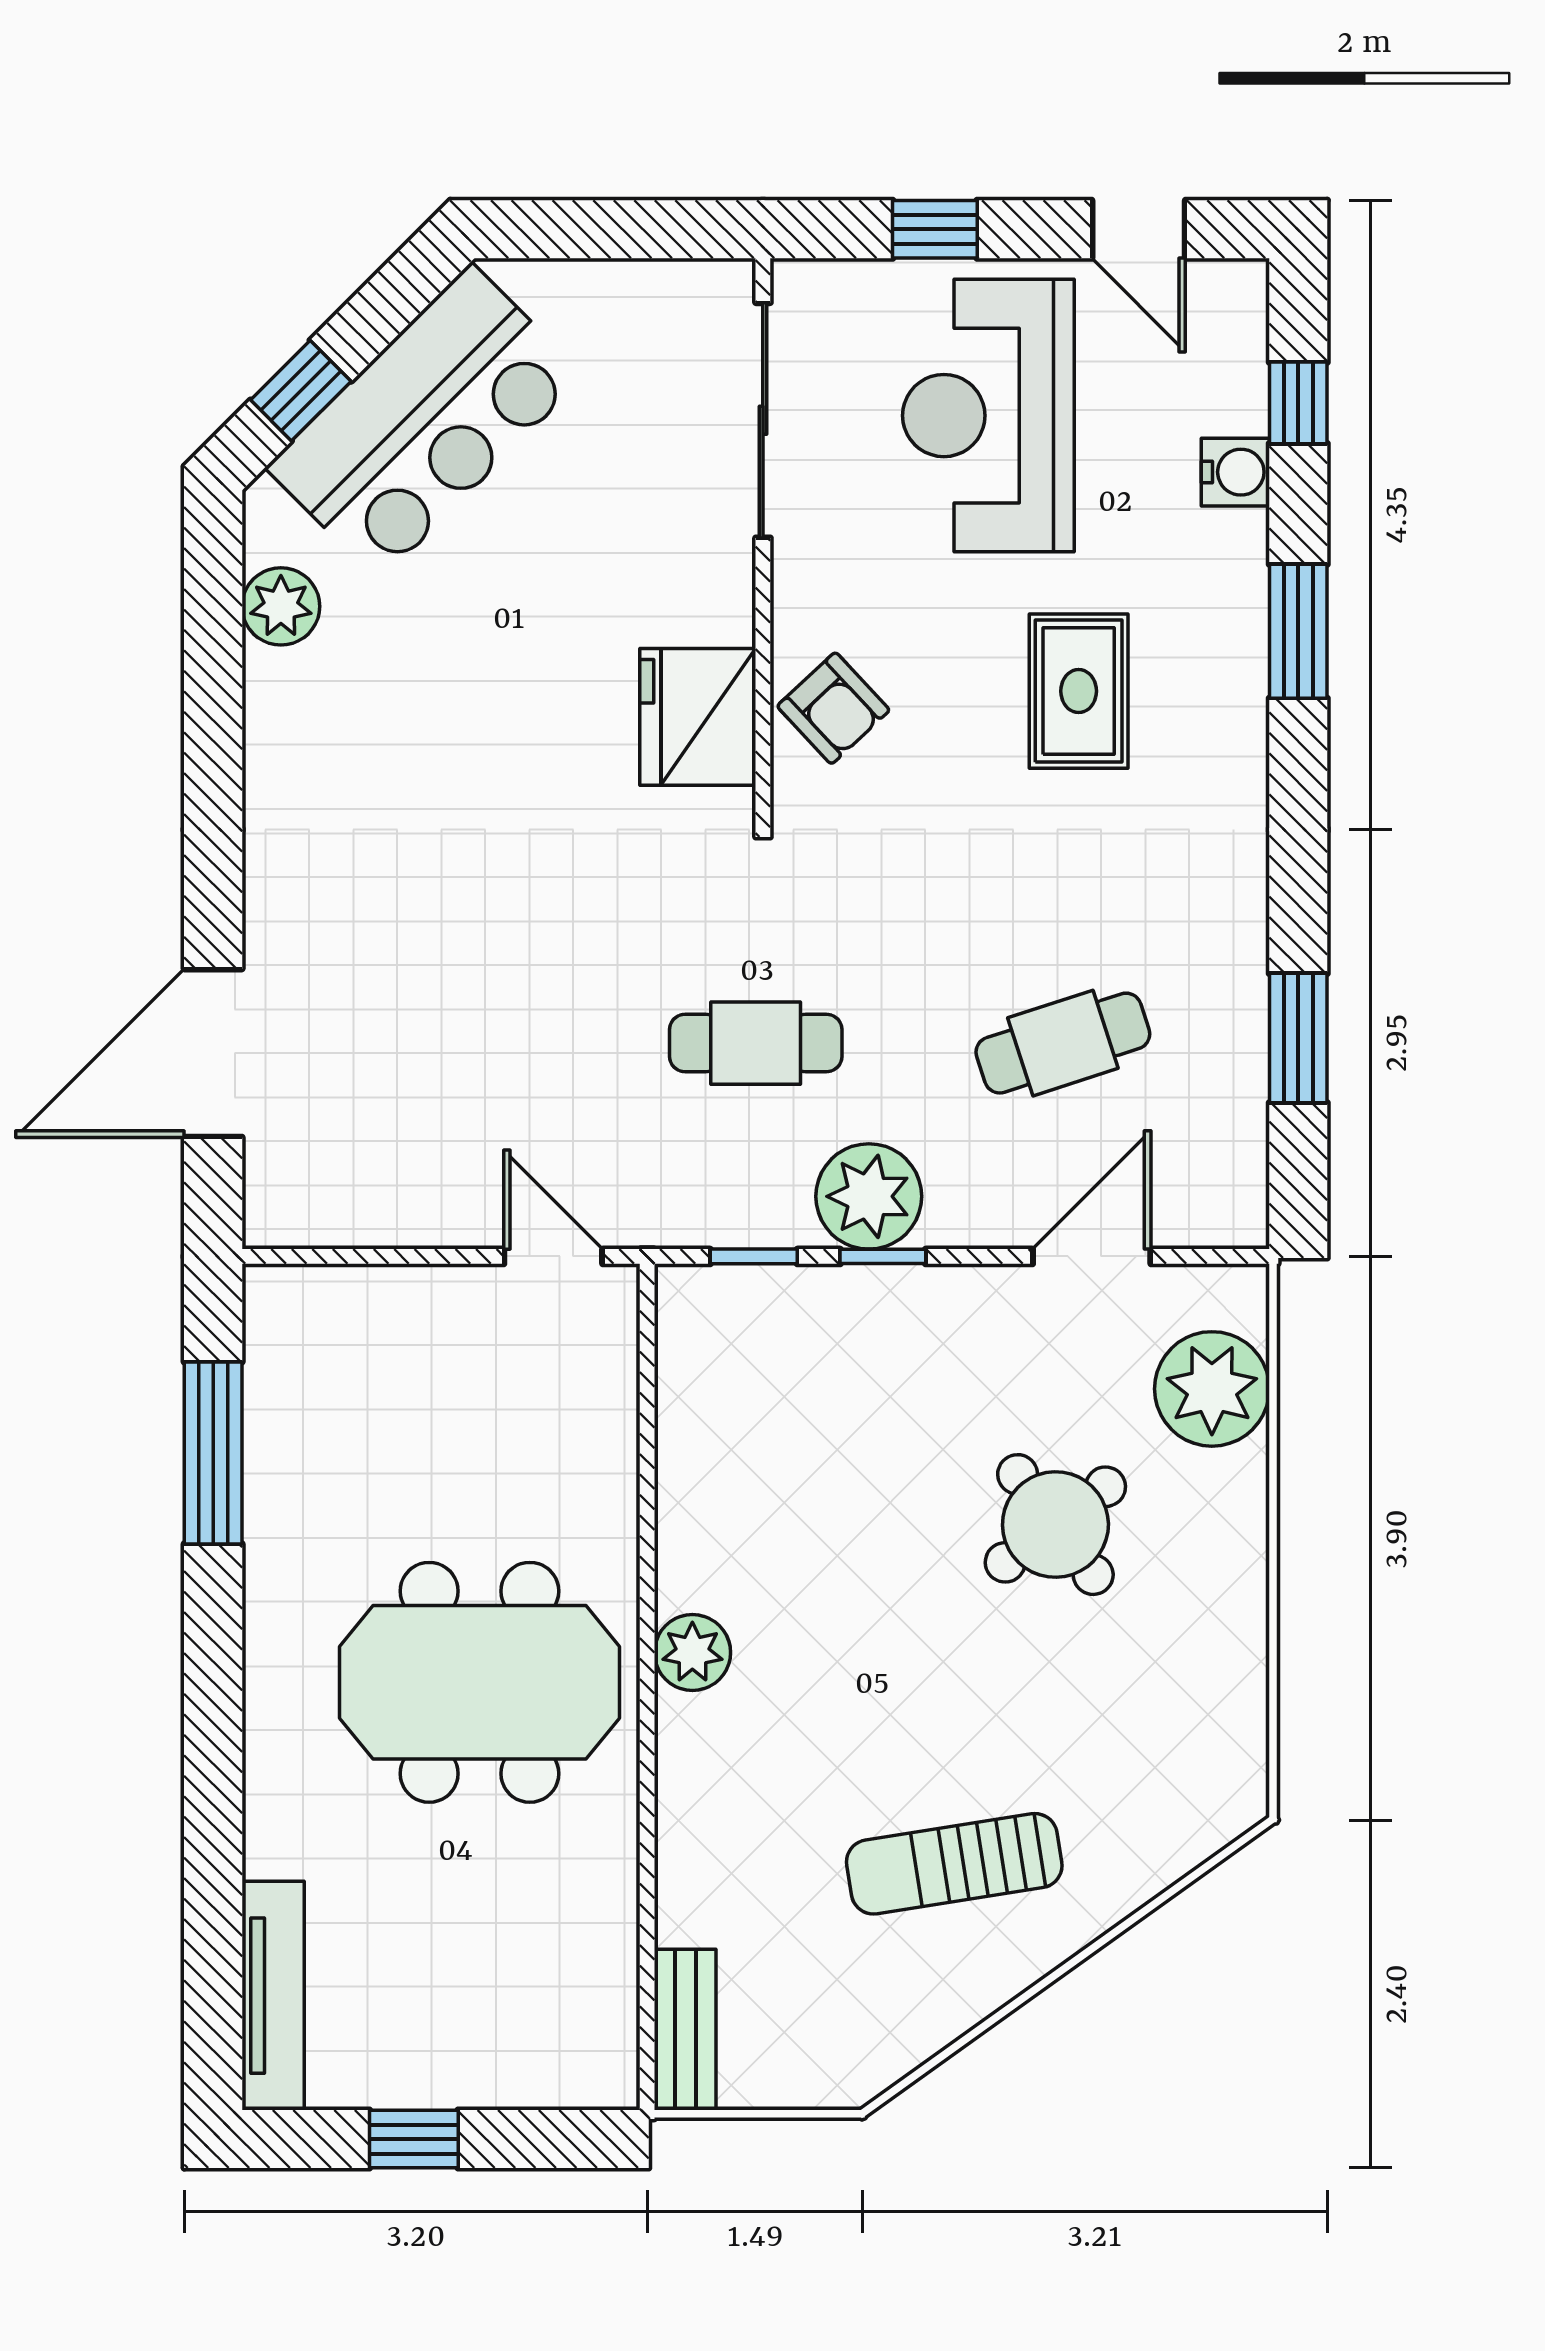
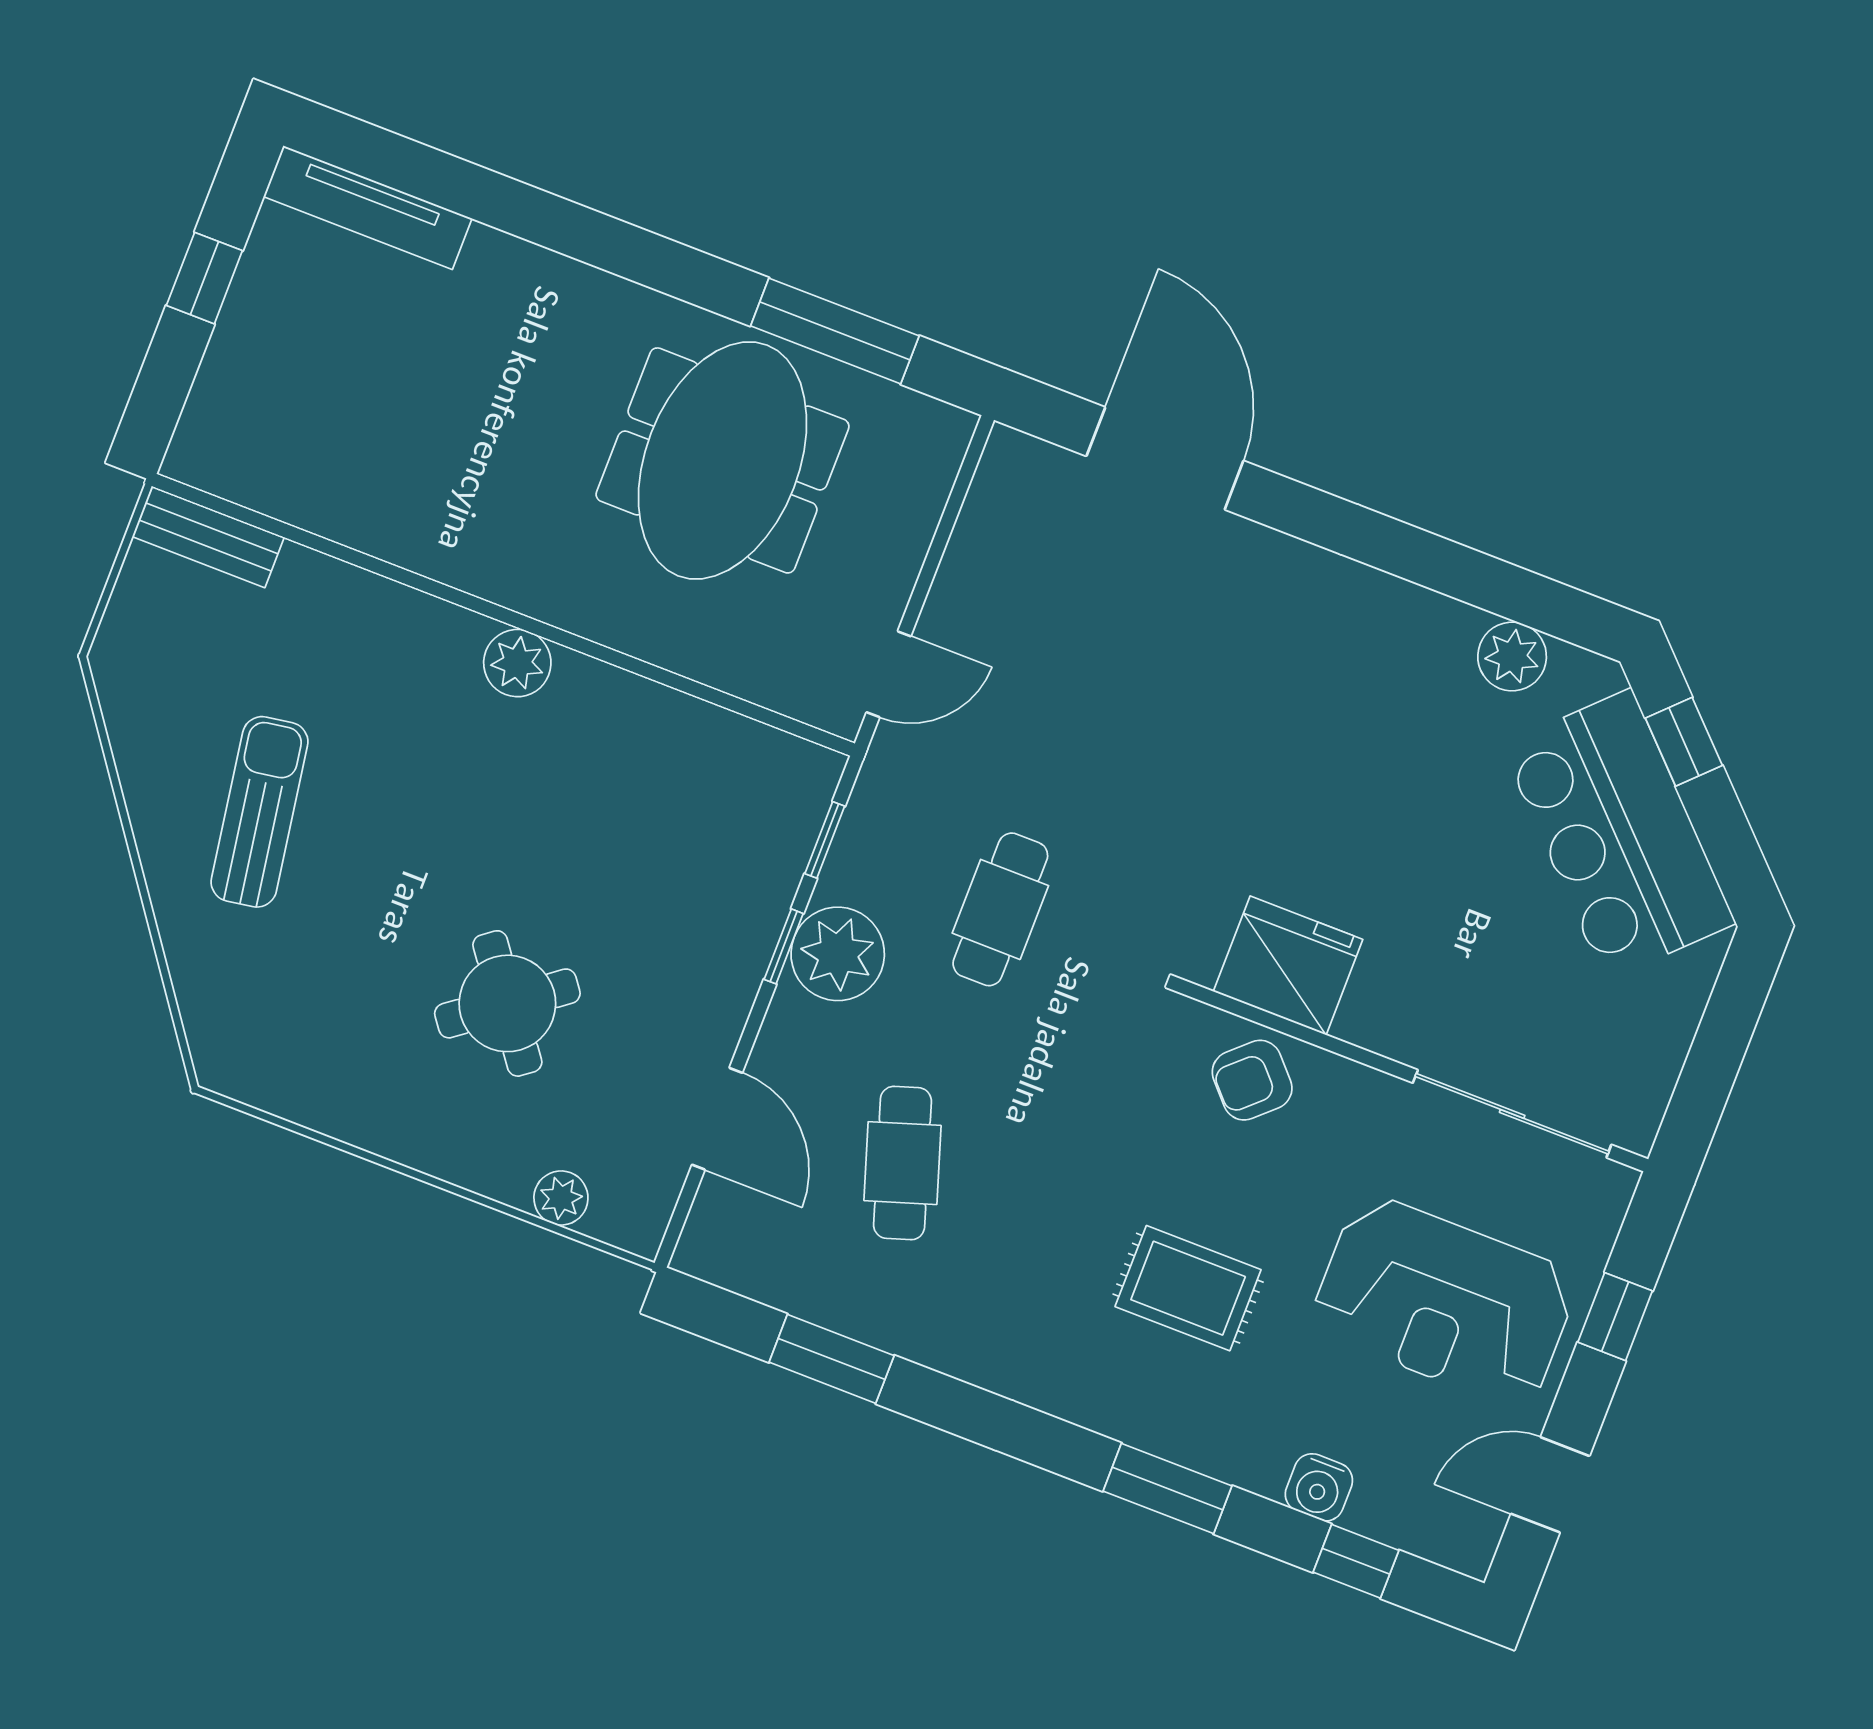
reception desk: (988, 416) -> (1444, 1301), turned 180
plant: (1212, 1389) -> (561, 1198), width x0.53, depth x0.53
meeting table: (479, 1682) -> (723, 460), moved

